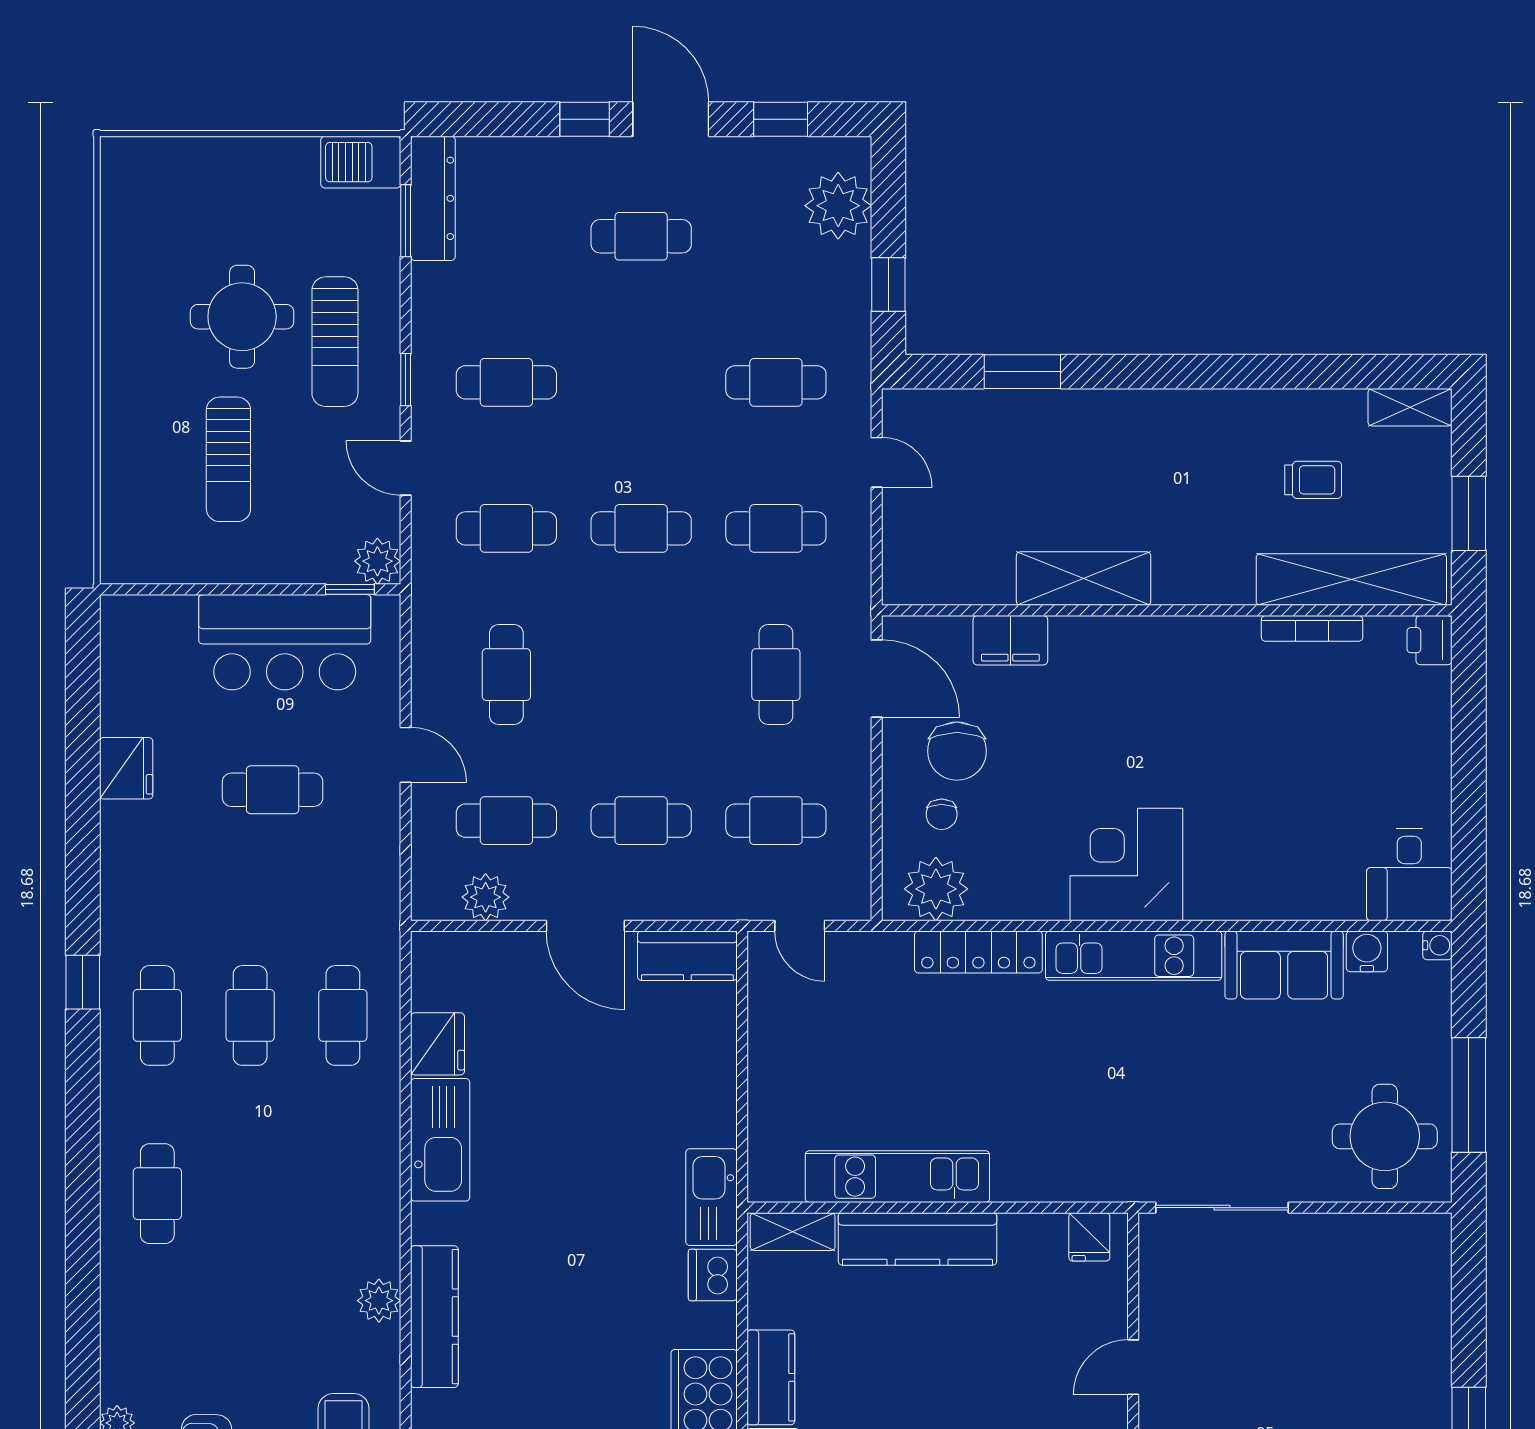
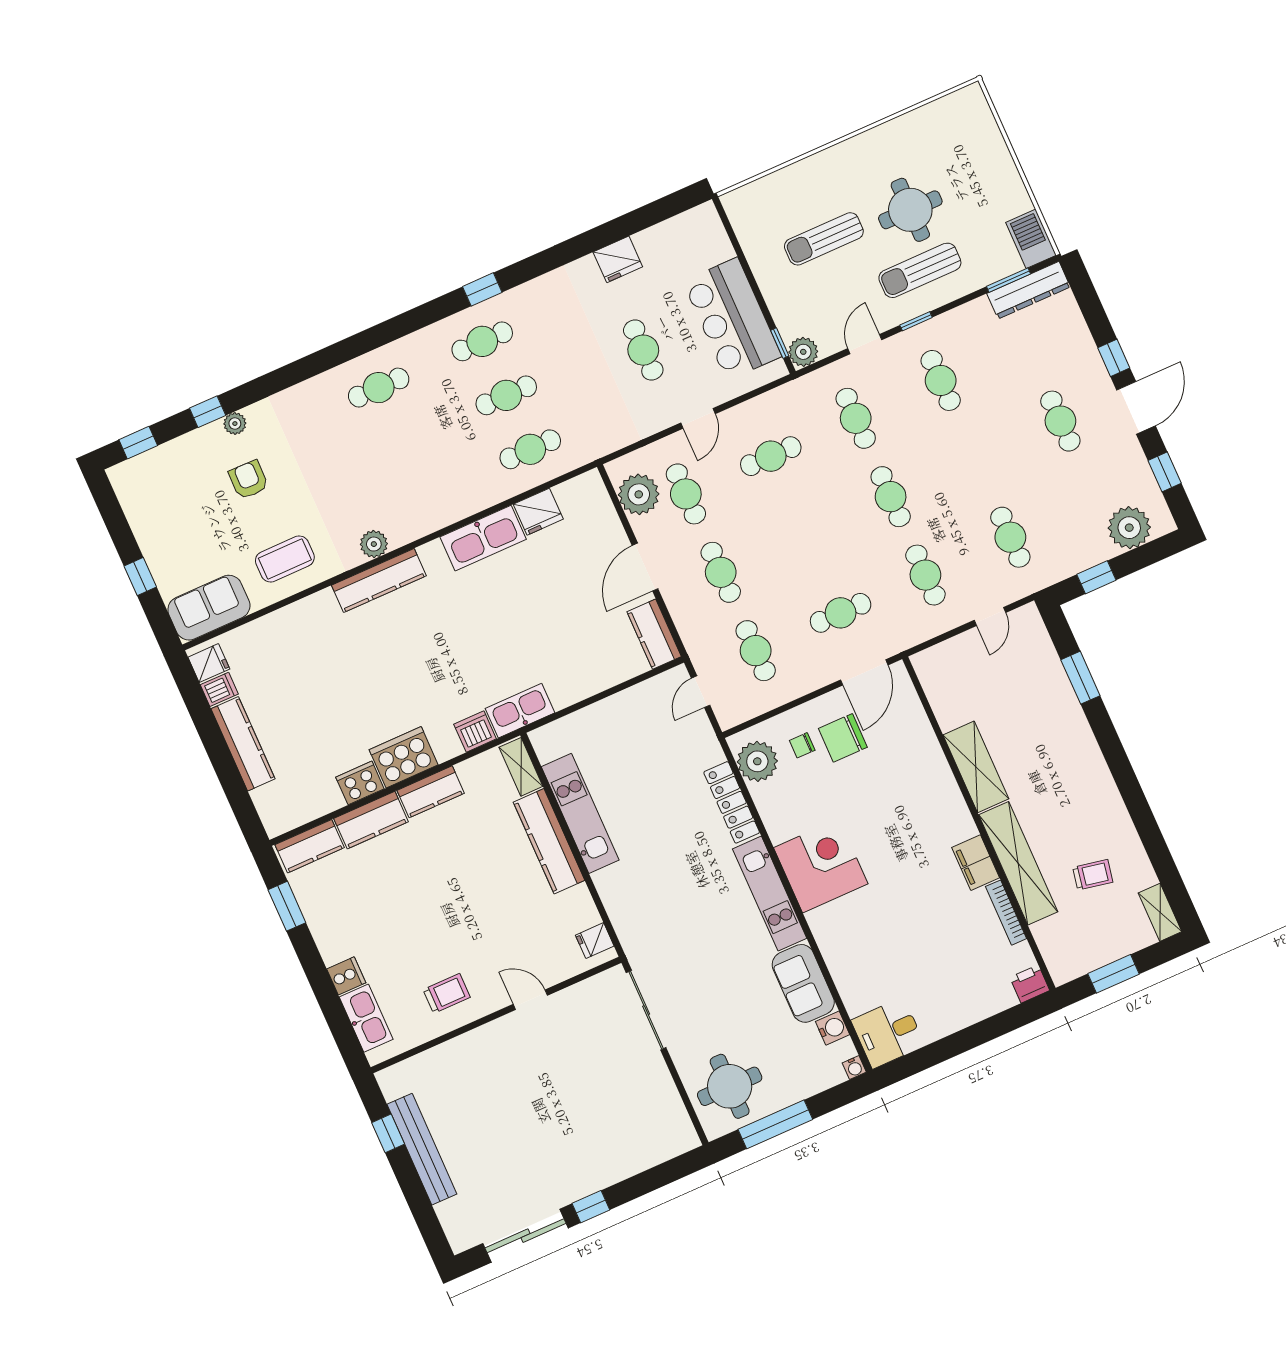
trolley: (1313, 480) -> (1093, 875), turned -79
shelving: (1351, 579) -> (1018, 863), moved
filing cabinet: (1010, 640) -> (976, 863), moved
plant: (486, 897) -> (639, 494), width x1.36, depth x1.36

